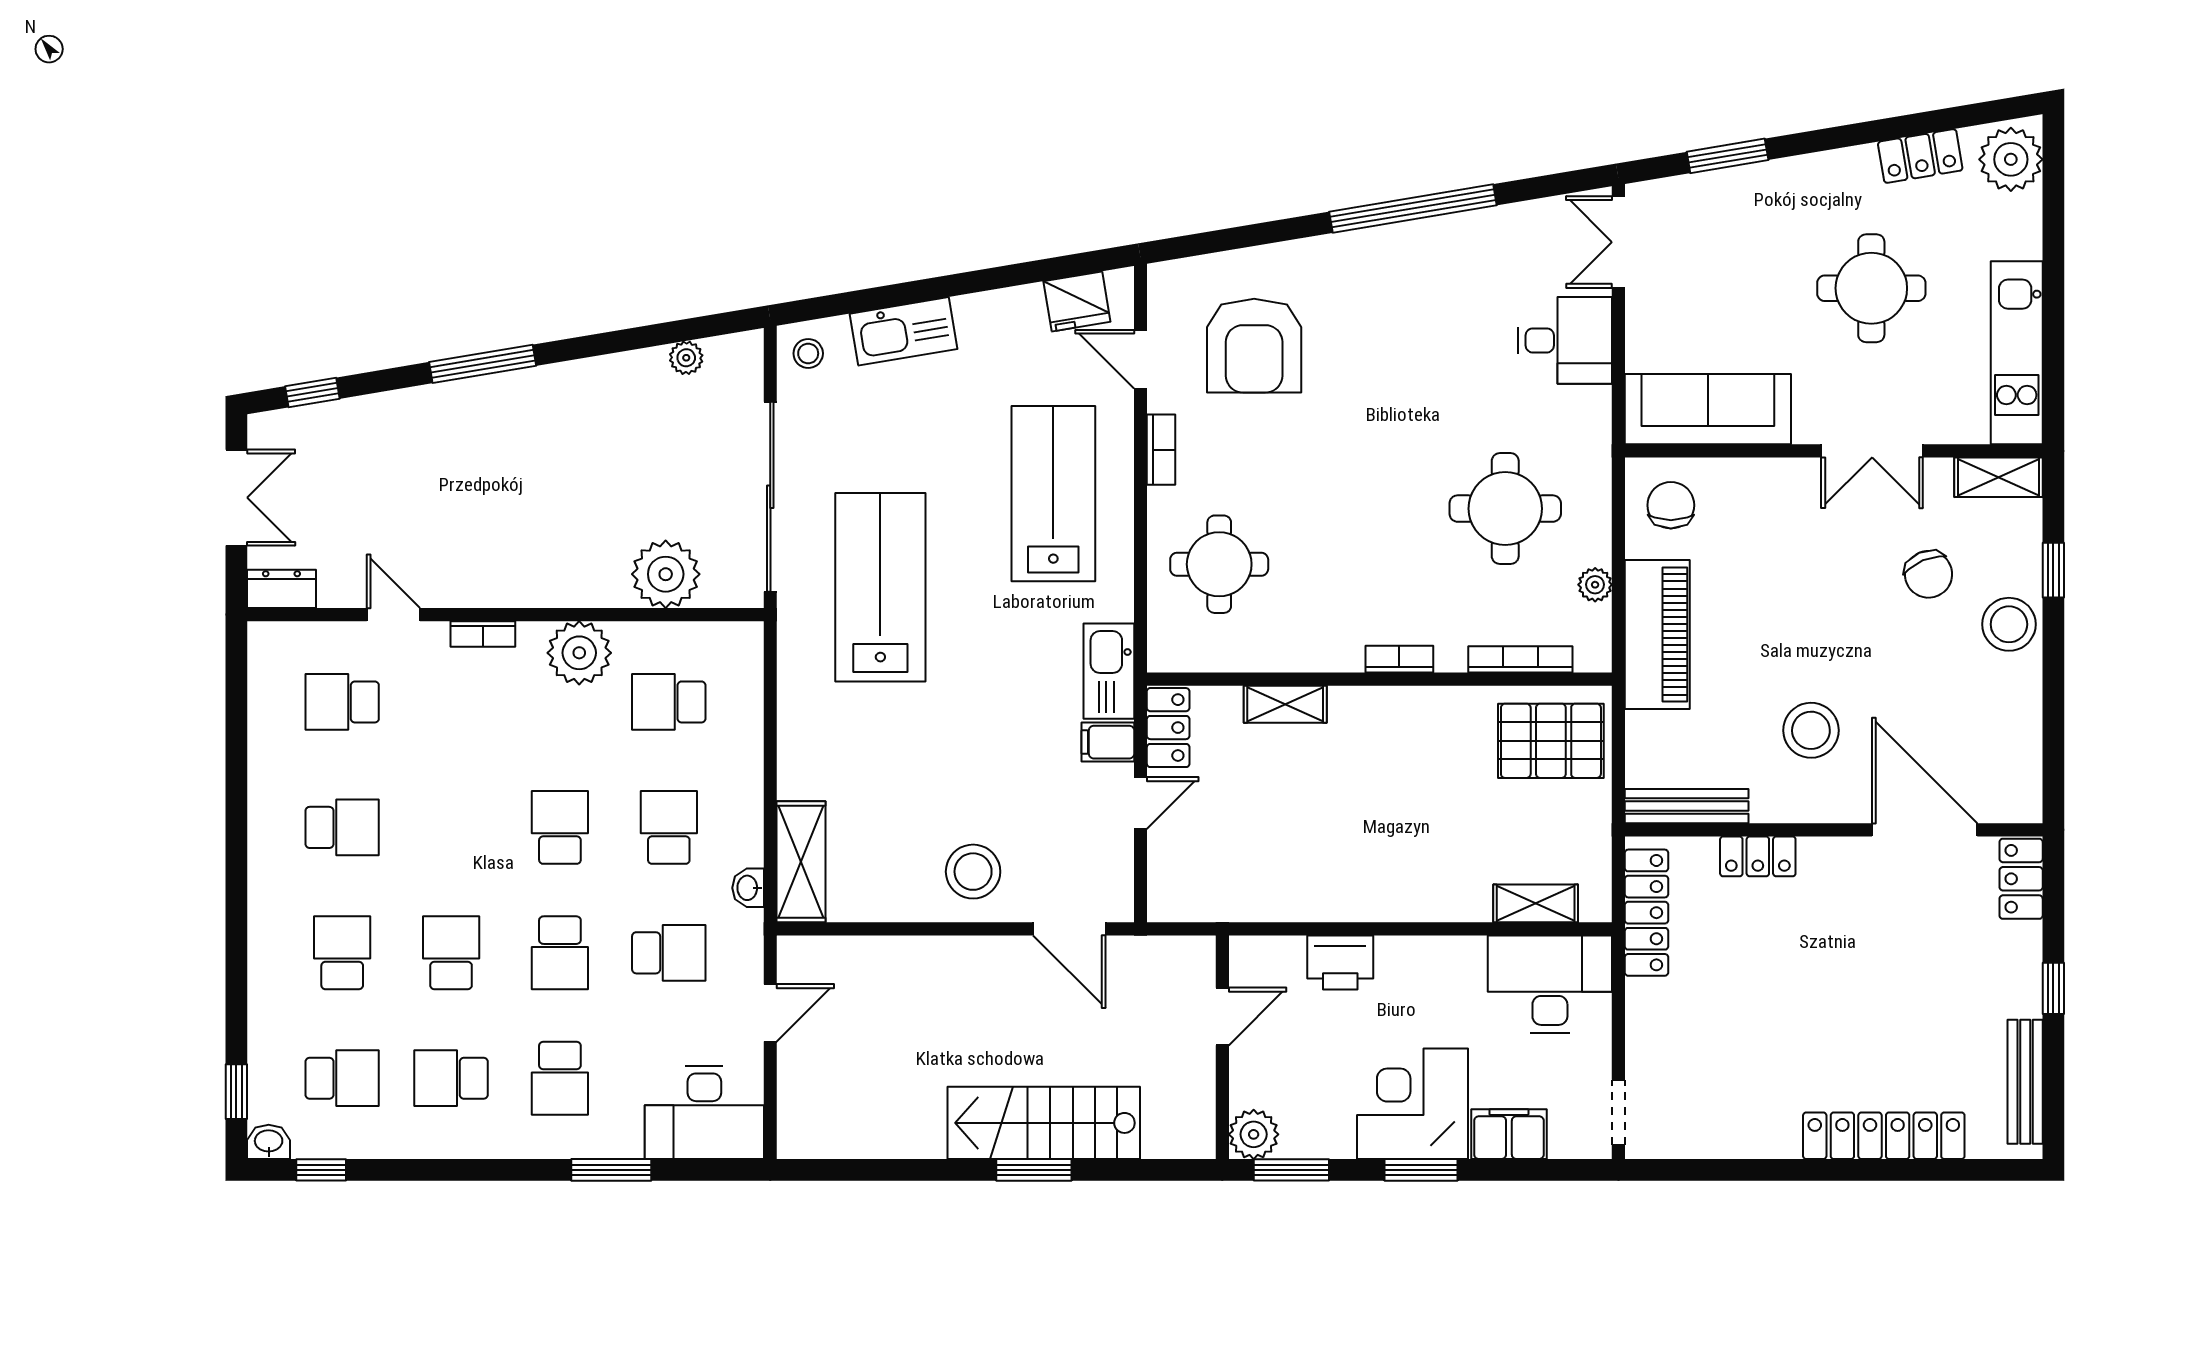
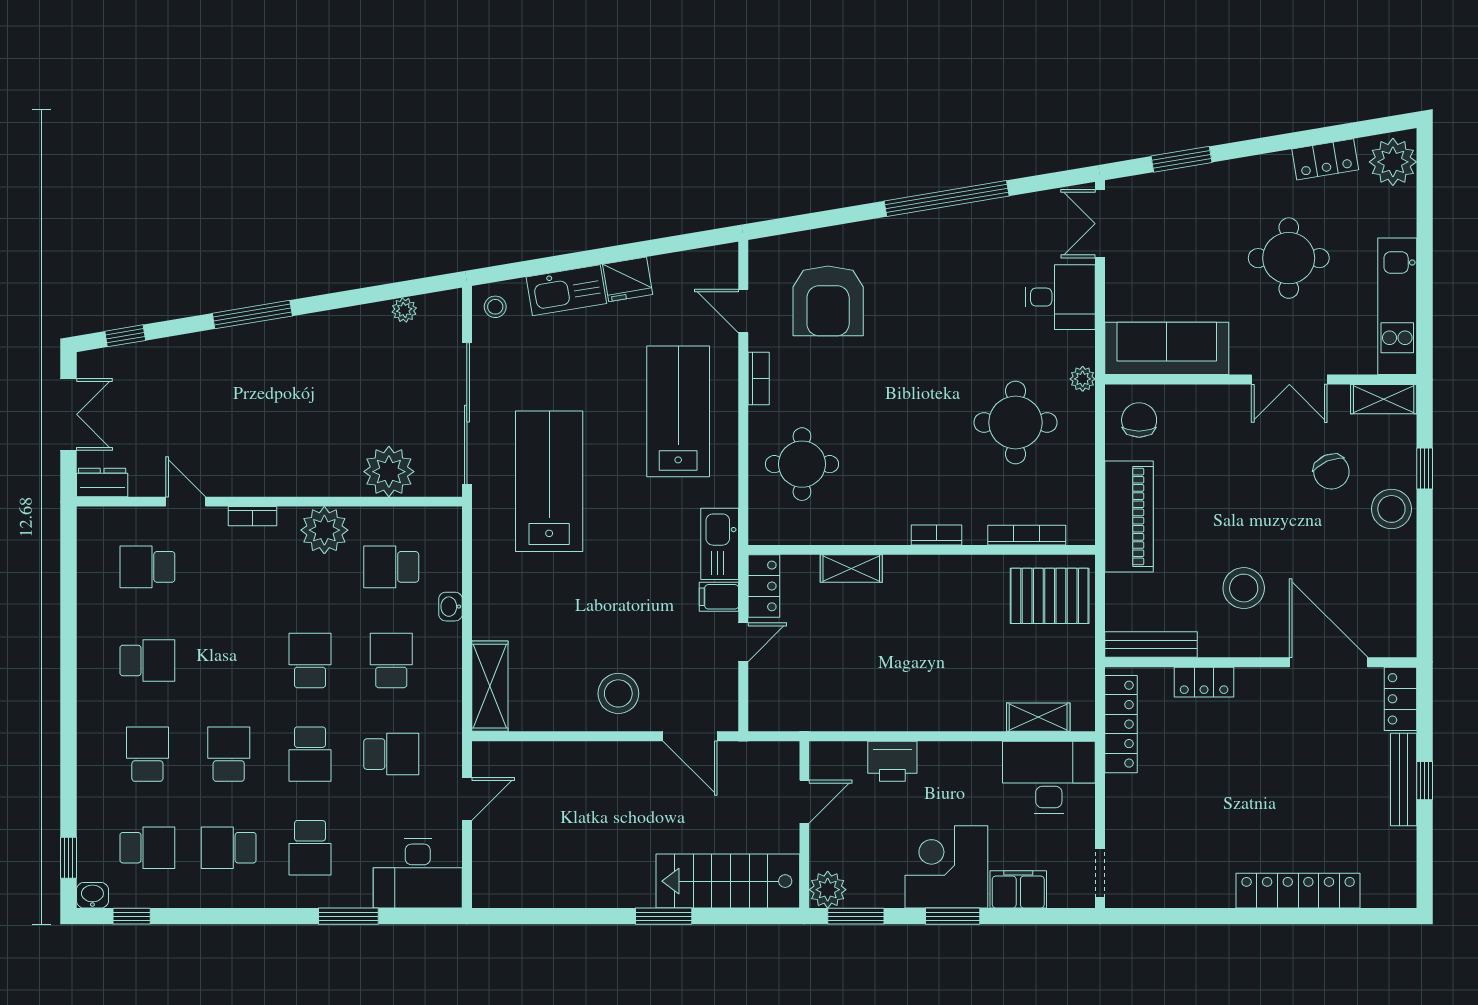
fridge: (1077, 301) -> (628, 279), moved
plant: (1595, 585) -> (1083, 379), moved
washbasin: (748, 888) -> (450, 607), moved
bench: (2025, 1082) -> (1404, 780), moved
stairs: (1044, 1123) -> (728, 881), moved

